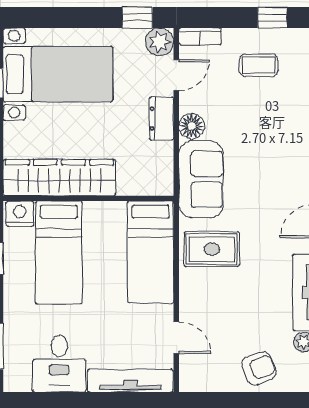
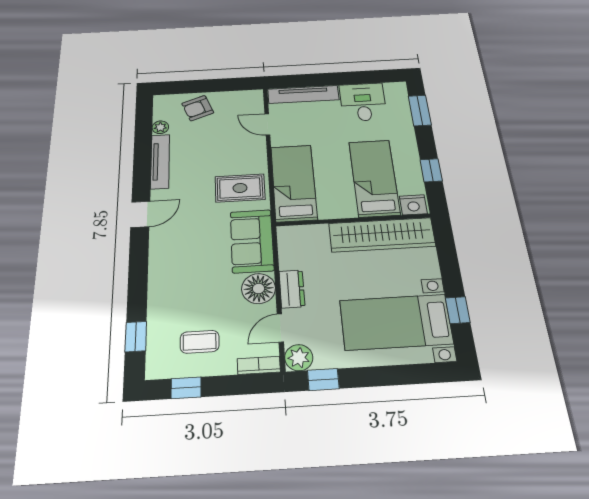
floor lamp: (192, 126) -> (259, 289), width x1.38, depth x1.38

